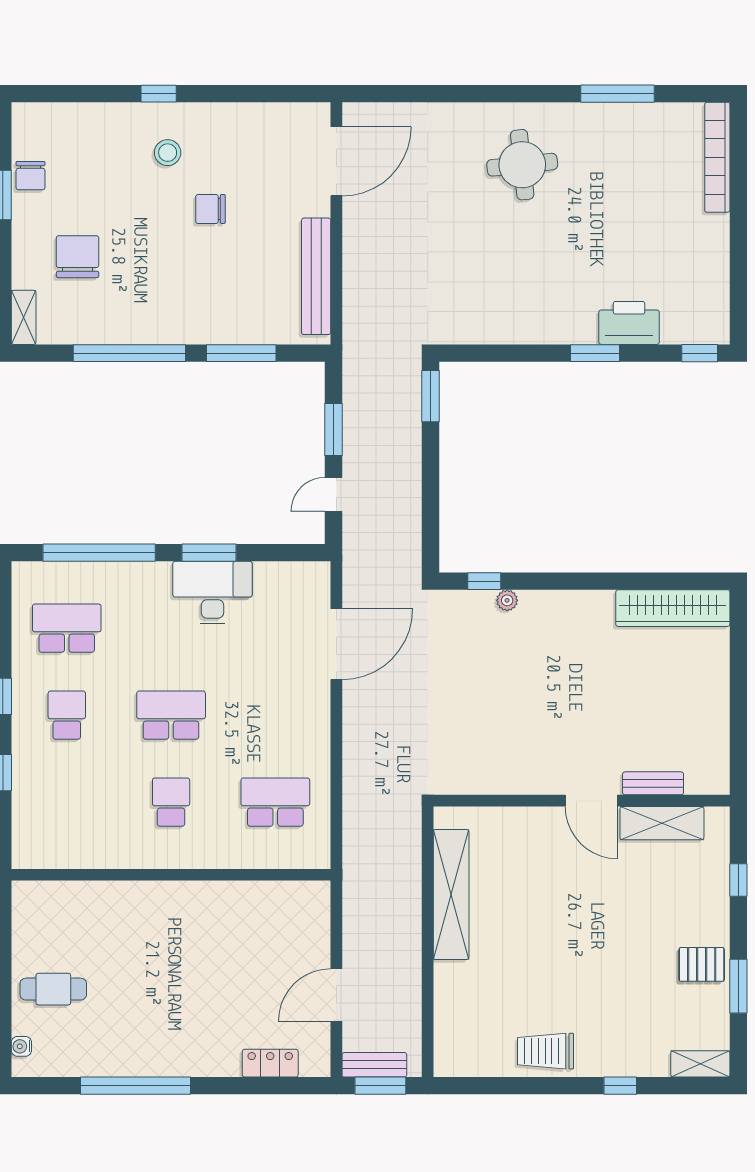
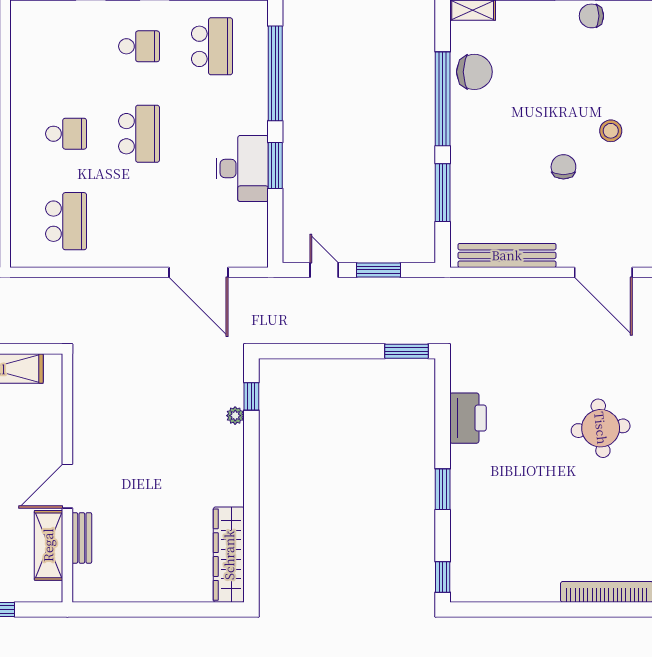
chair: (78, 257) -> (474, 72), moved
printer: (629, 323) -> (468, 418), moved

